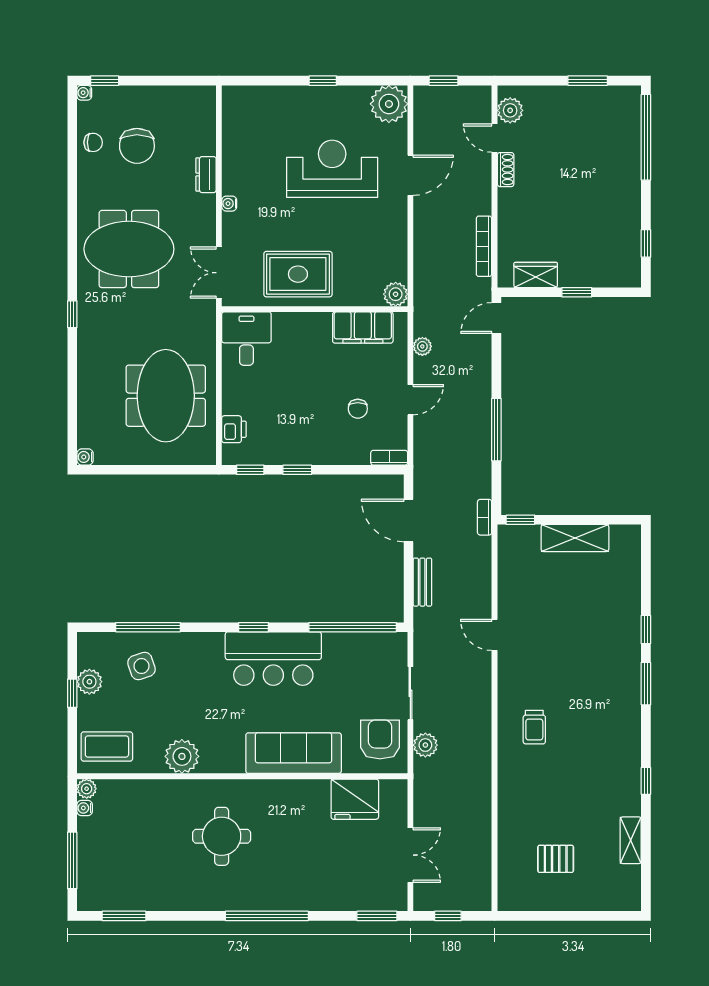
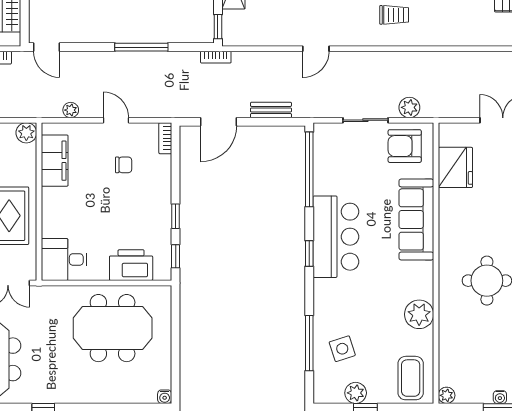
printer: (234, 429) -> (131, 265), width x1.87, depth x1.48
water cooler: (85, 808) -> (500, 397), moved

